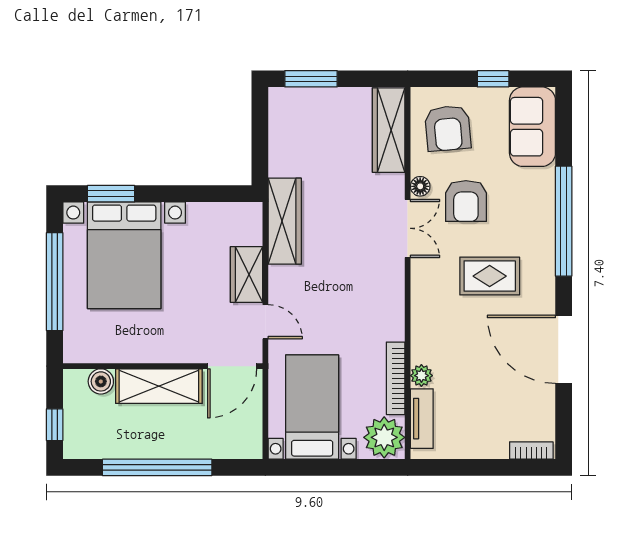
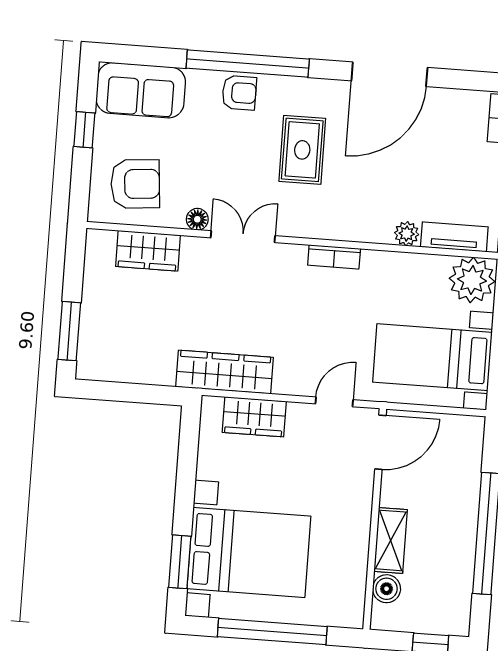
wardrobe: (389, 130) -> (148, 251), width x0.67
armchair: (466, 201) -> (239, 93), moved, width x0.72, depth x0.72
wardrobe: (246, 275) -> (254, 417), moved
door: (232, 366) -> (380, 442), hinge flipped
bookcase: (396, 378) -> (334, 257), moved, width x0.64
shelving: (159, 386) -> (391, 540), width x0.67, depth x0.75

